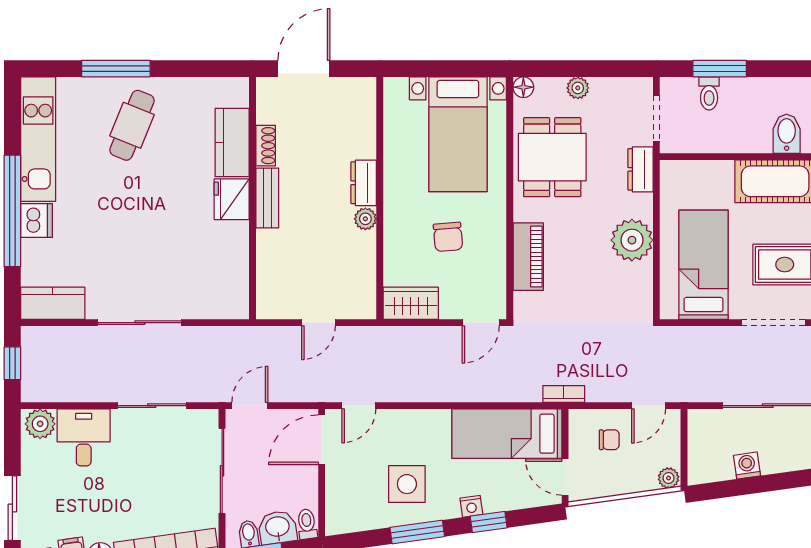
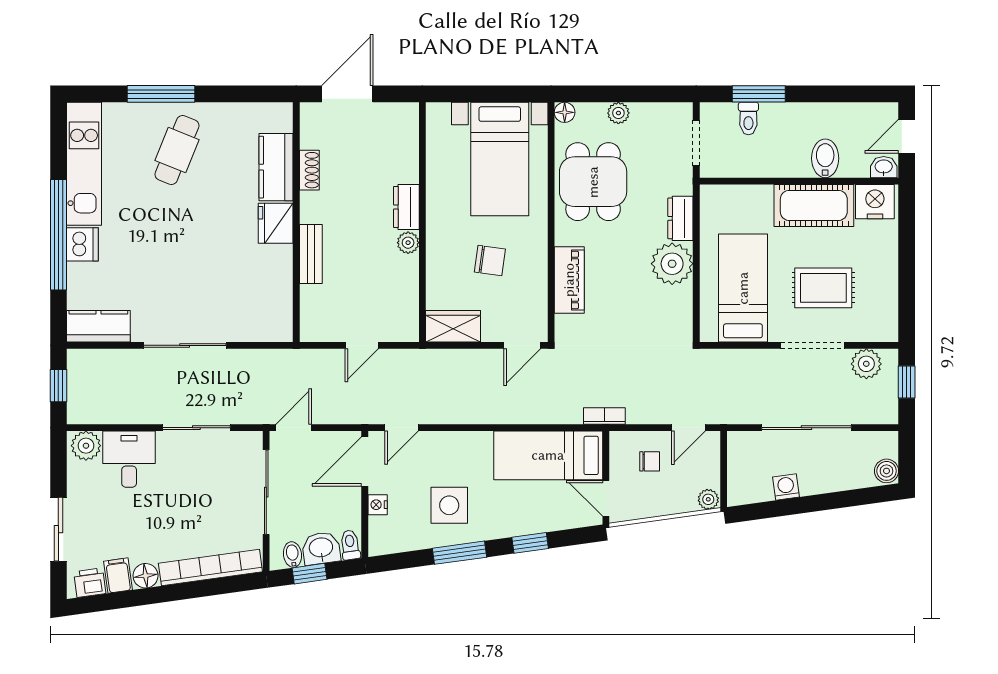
dresser: (640, 169) -> (680, 218), moved
bench: (267, 198) -> (311, 254), moved
chair: (448, 237) -> (490, 261), turned -77
nightstand: (471, 506) -> (378, 505), moved, turned 98

